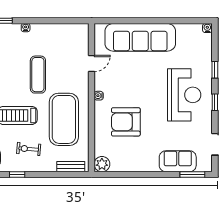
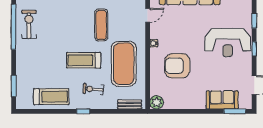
reception desk: (184, 95) -> (228, 43), turned 90

